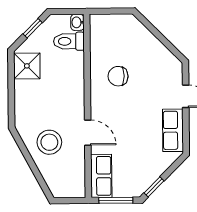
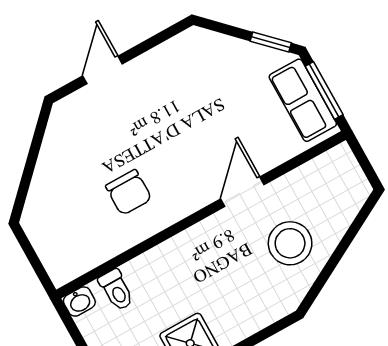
toilet: (69, 41) -> (116, 290), width x0.73, depth x0.72
row of seats: (173, 130) -> (166, 61), removed
row of seats: (101, 176) -> (303, 100), moved, turned -90

